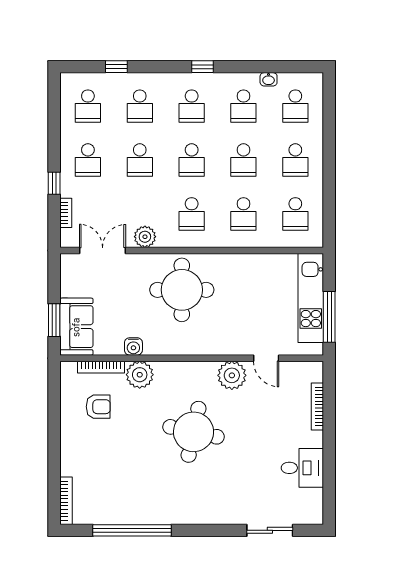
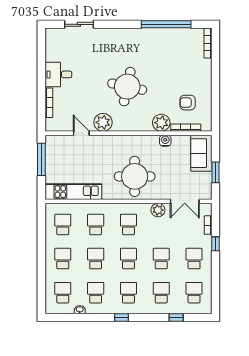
kitchen unit: (311, 298) -> (73, 192), moved, turned -90
window: (54, 320) -> (215, 172), moved
desk: (302, 468) -> (58, 74), moved

